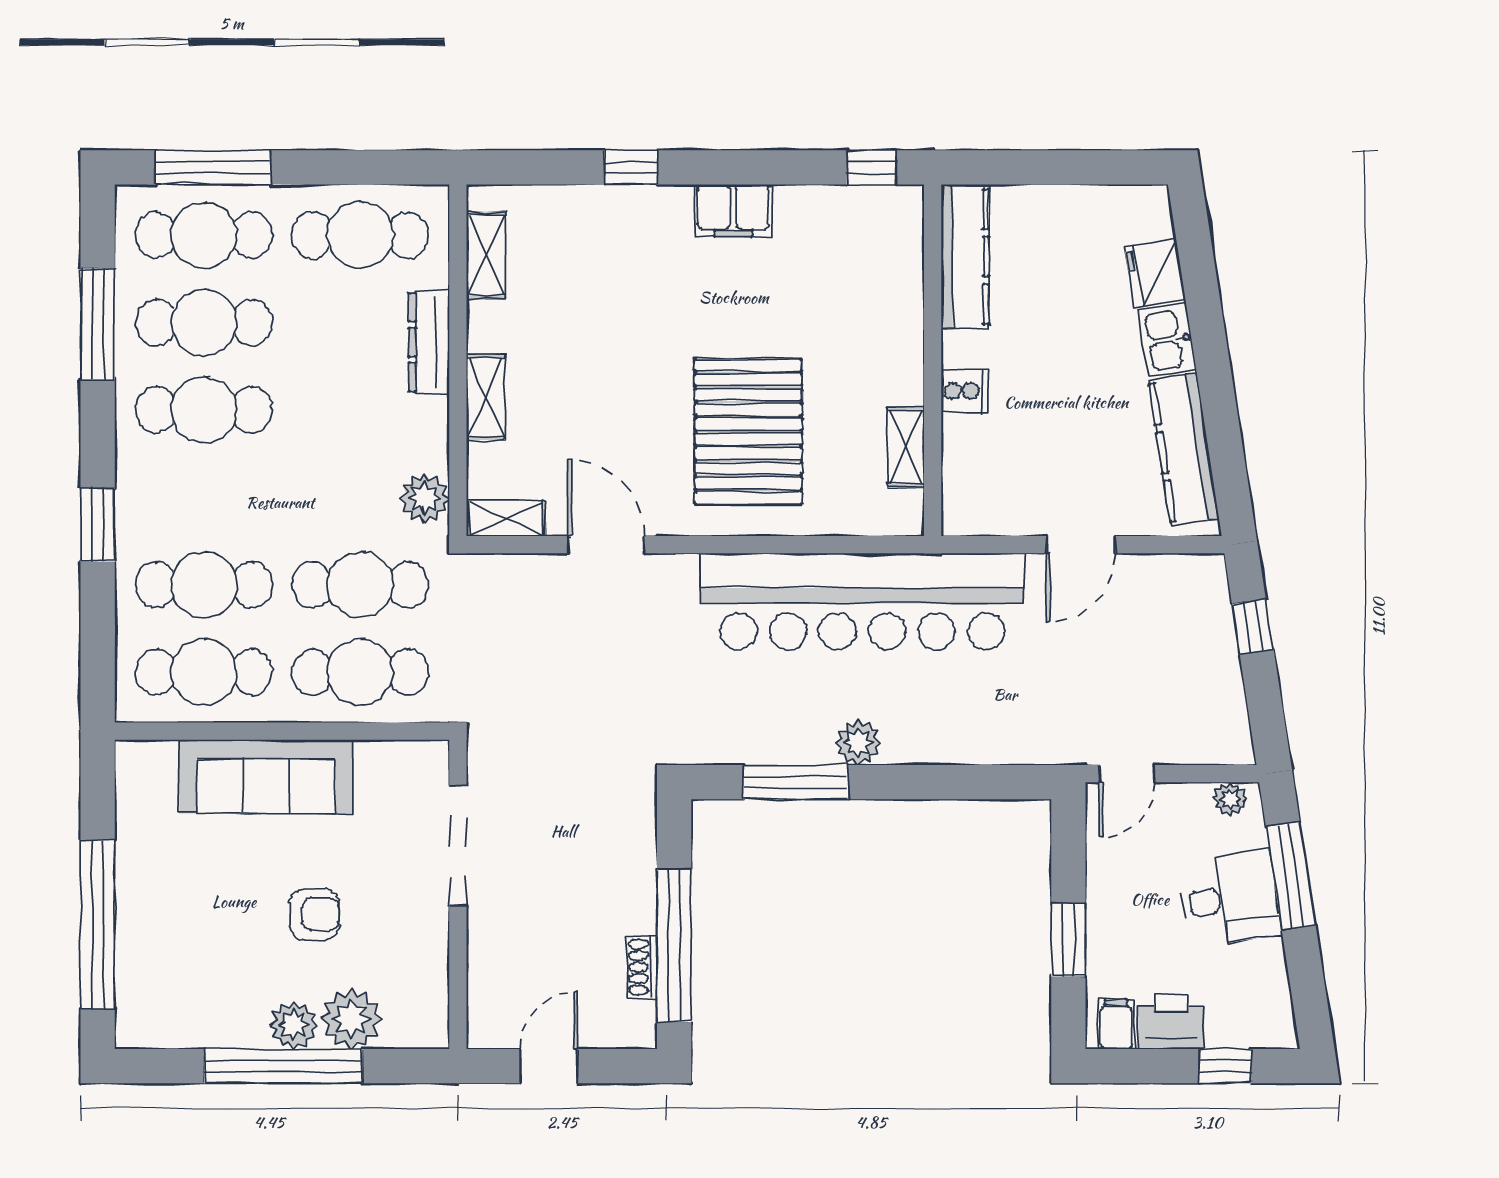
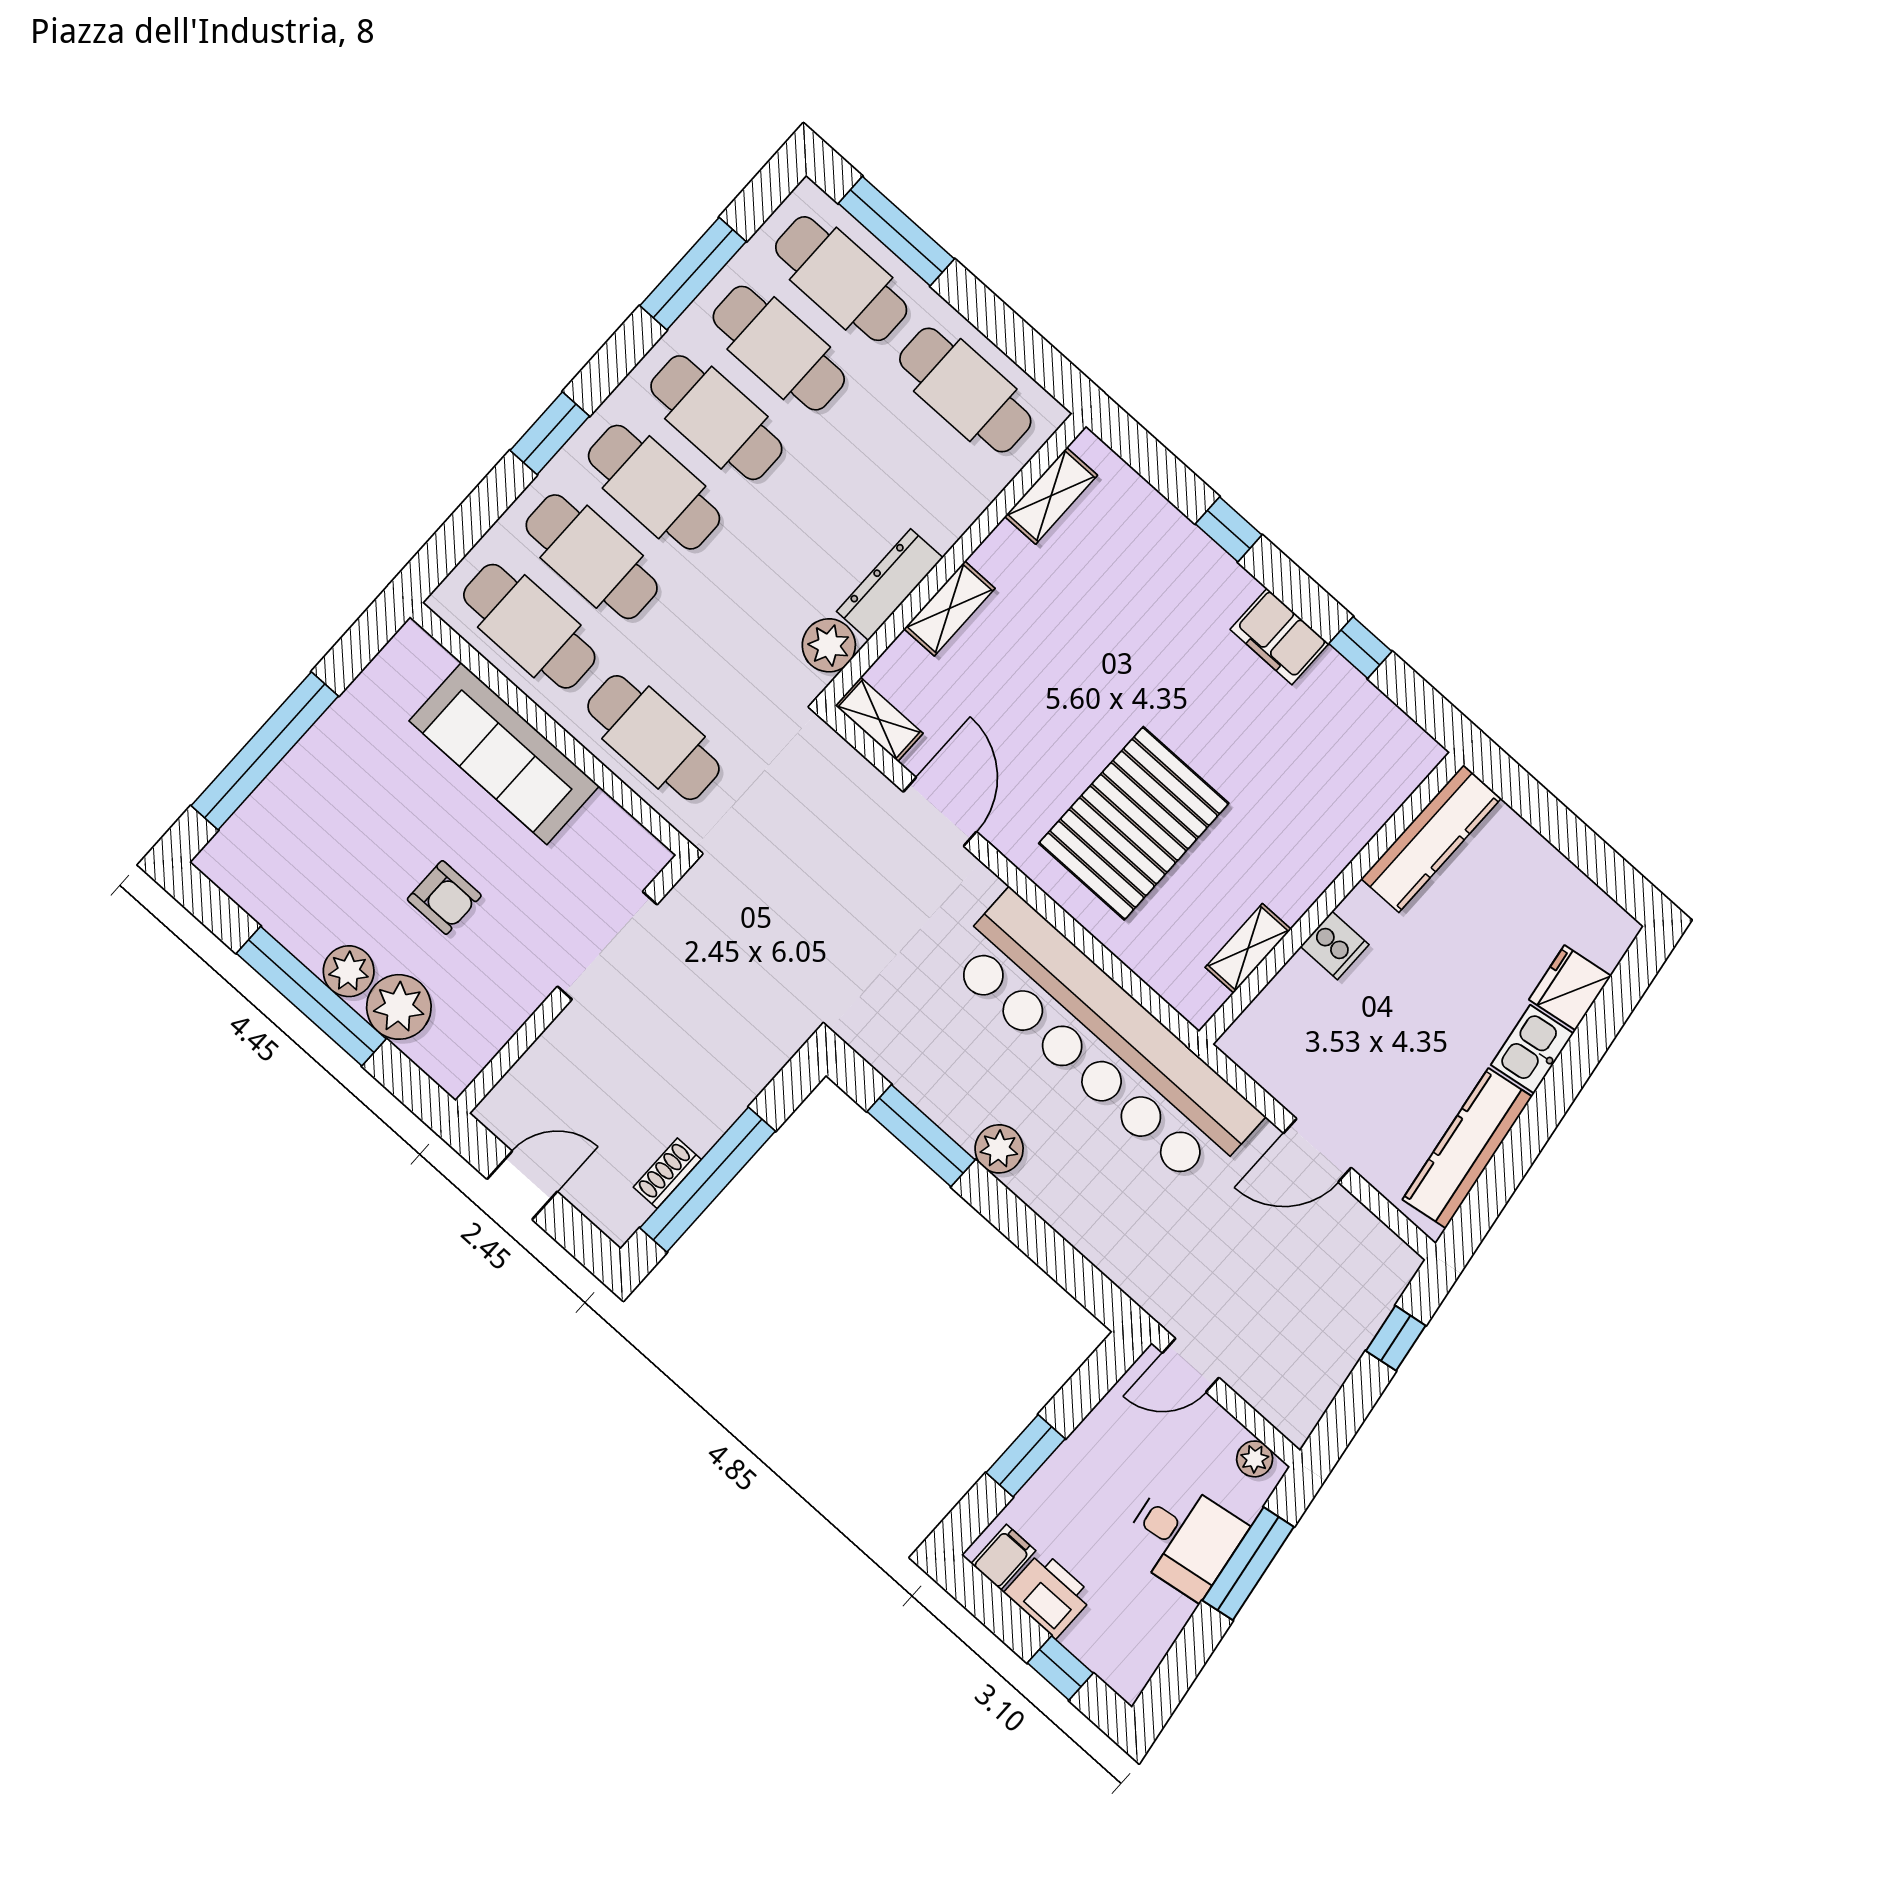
window: (871, 167) -> (1360, 648), moved
dresser: (429, 342) -> (890, 585), moved
cafe table: (360, 585) -> (654, 487), moved

